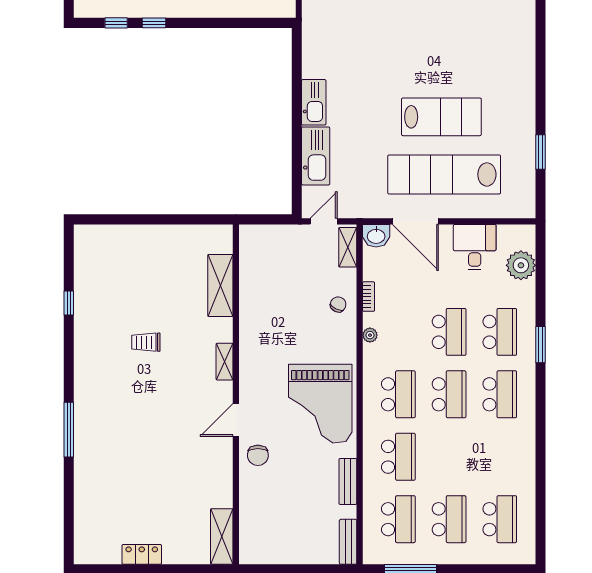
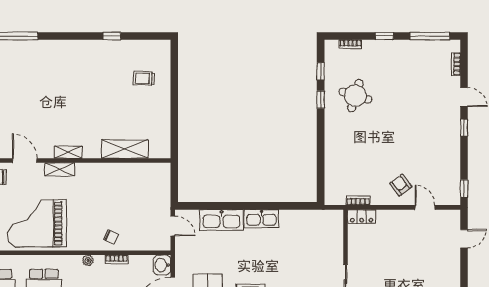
shelving: (348, 247) -> (60, 169), moved
trolley: (146, 342) -> (144, 78), moved, turned -87

